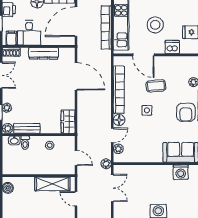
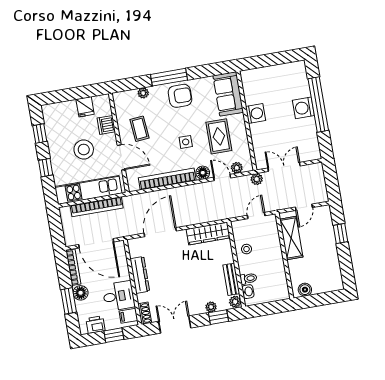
door: (143, 55) -> (121, 157), hinge flipped
coffee table: (156, 86) -> (140, 129), moved
wardrobe: (68, 122) -> (208, 234), width x1.50
rug: (147, 139) -> (219, 136), added
washing machine: (181, 172) -> (256, 114), moved

